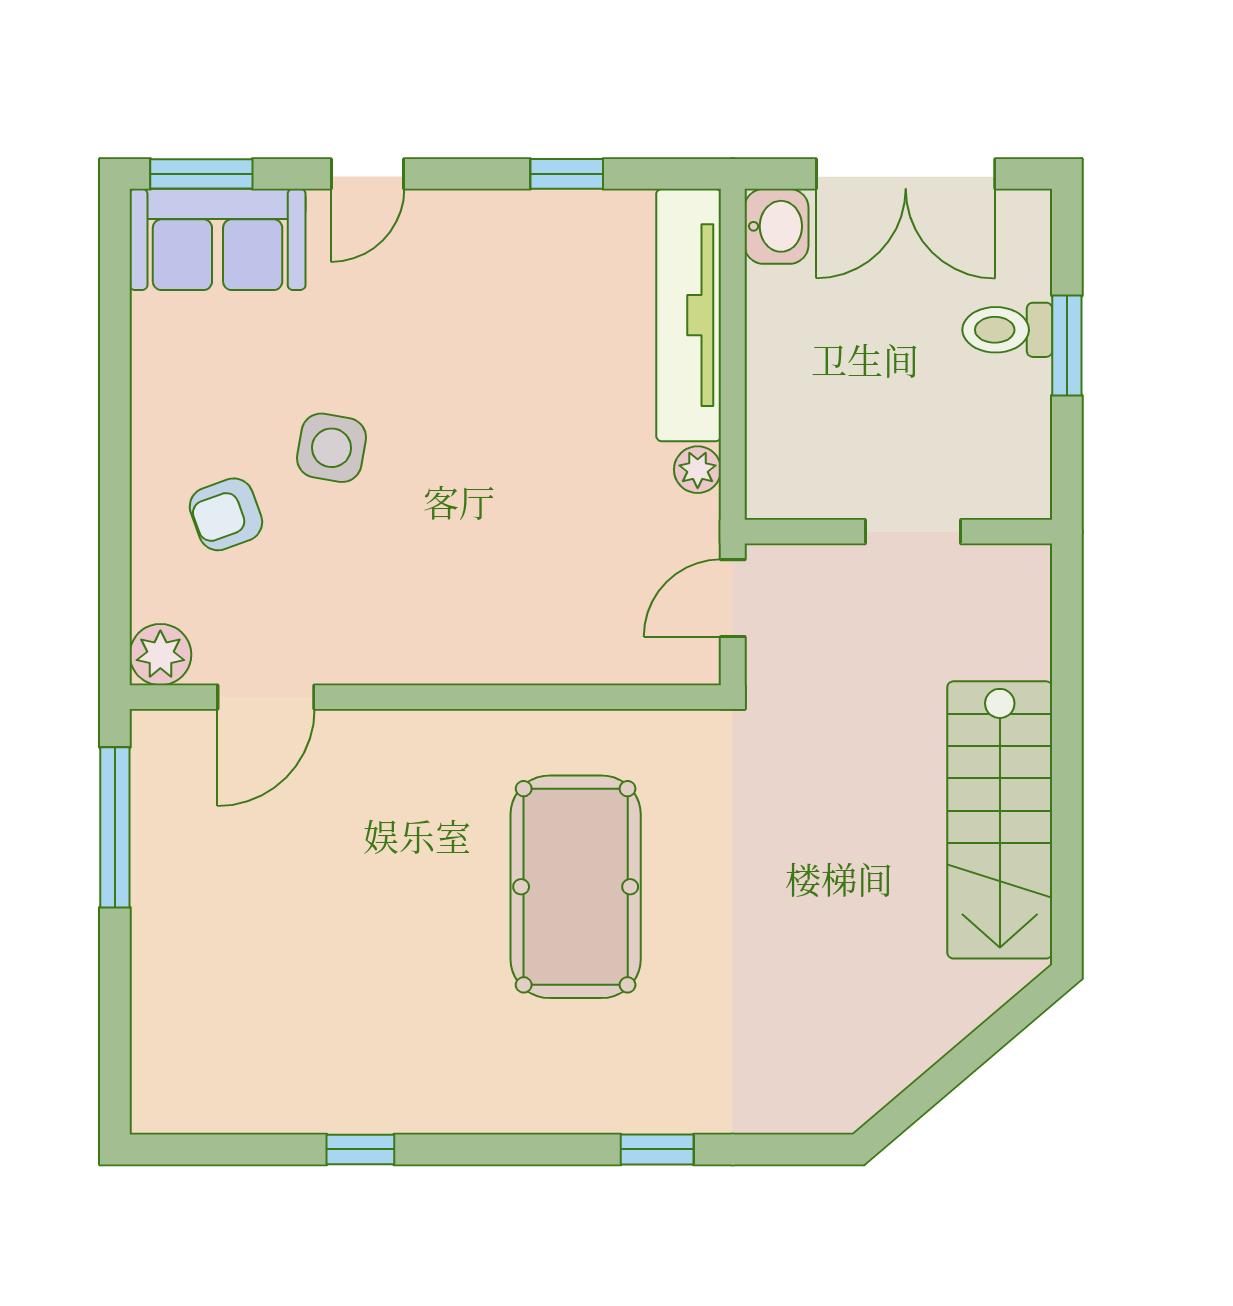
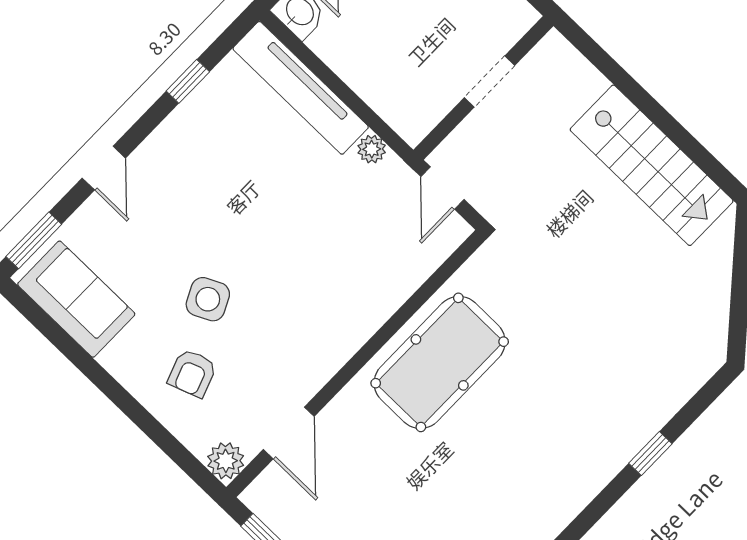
sofa: (218, 239) -> (76, 299), moved, turned -90
side table: (332, 448) -> (208, 299), turned -36
pool table: (576, 887) -> (440, 362), moved, turned 90

